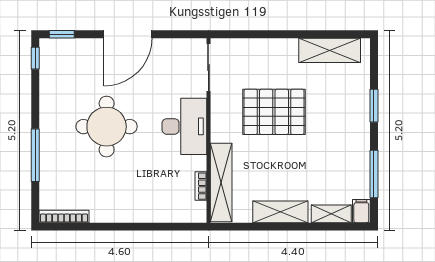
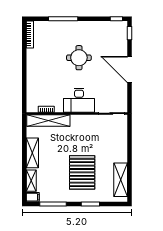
pallet: (274, 112) -> (82, 172), moved
round table: (107, 127) -> (79, 58), width x0.73, depth x0.73

